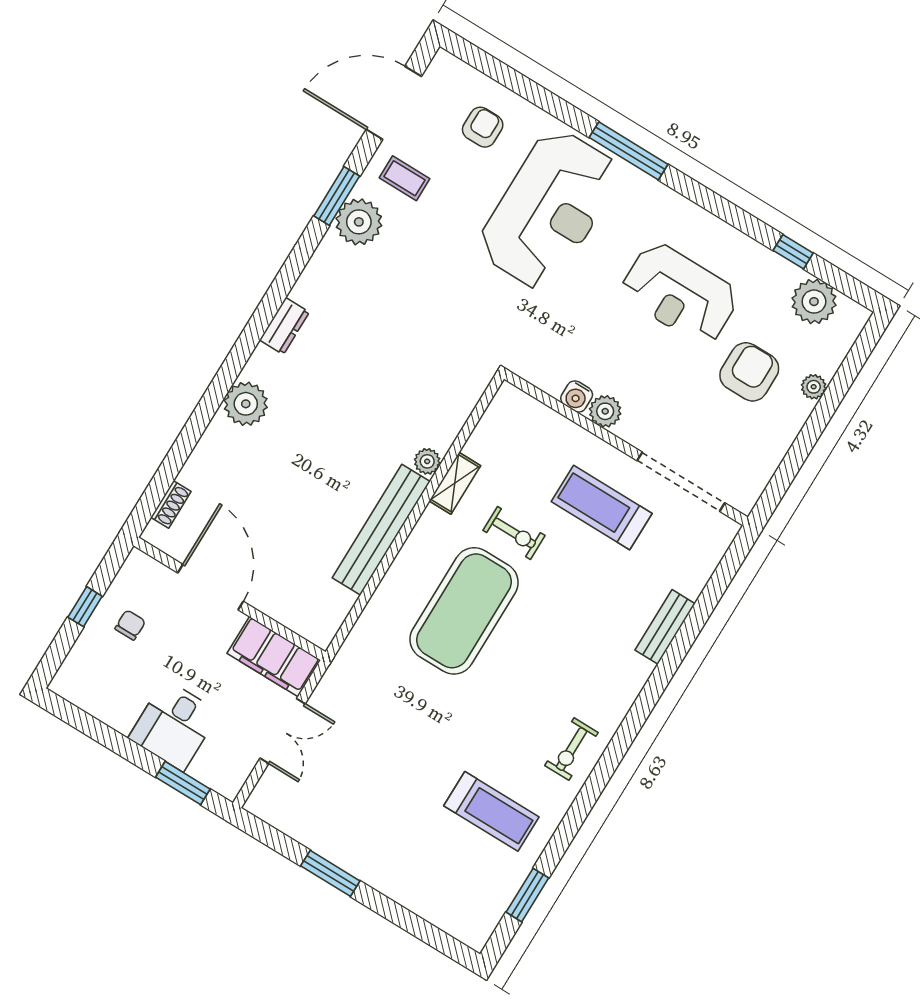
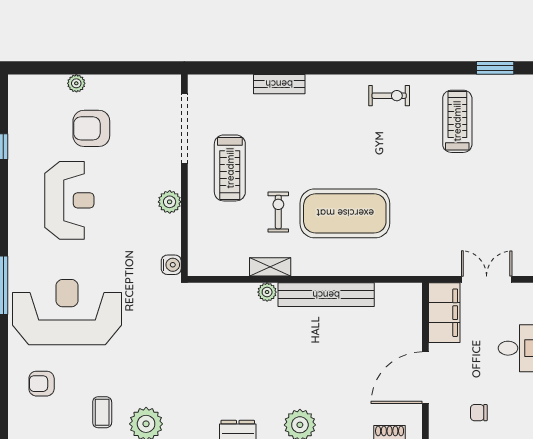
plant: (814, 302) -> (24, 115), removed
water cooler: (577, 396) -> (171, 265), moved

